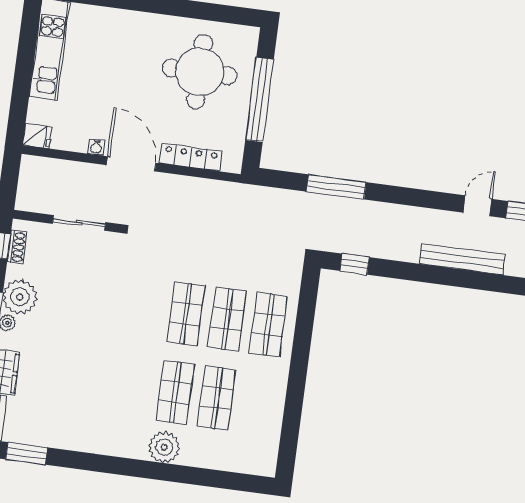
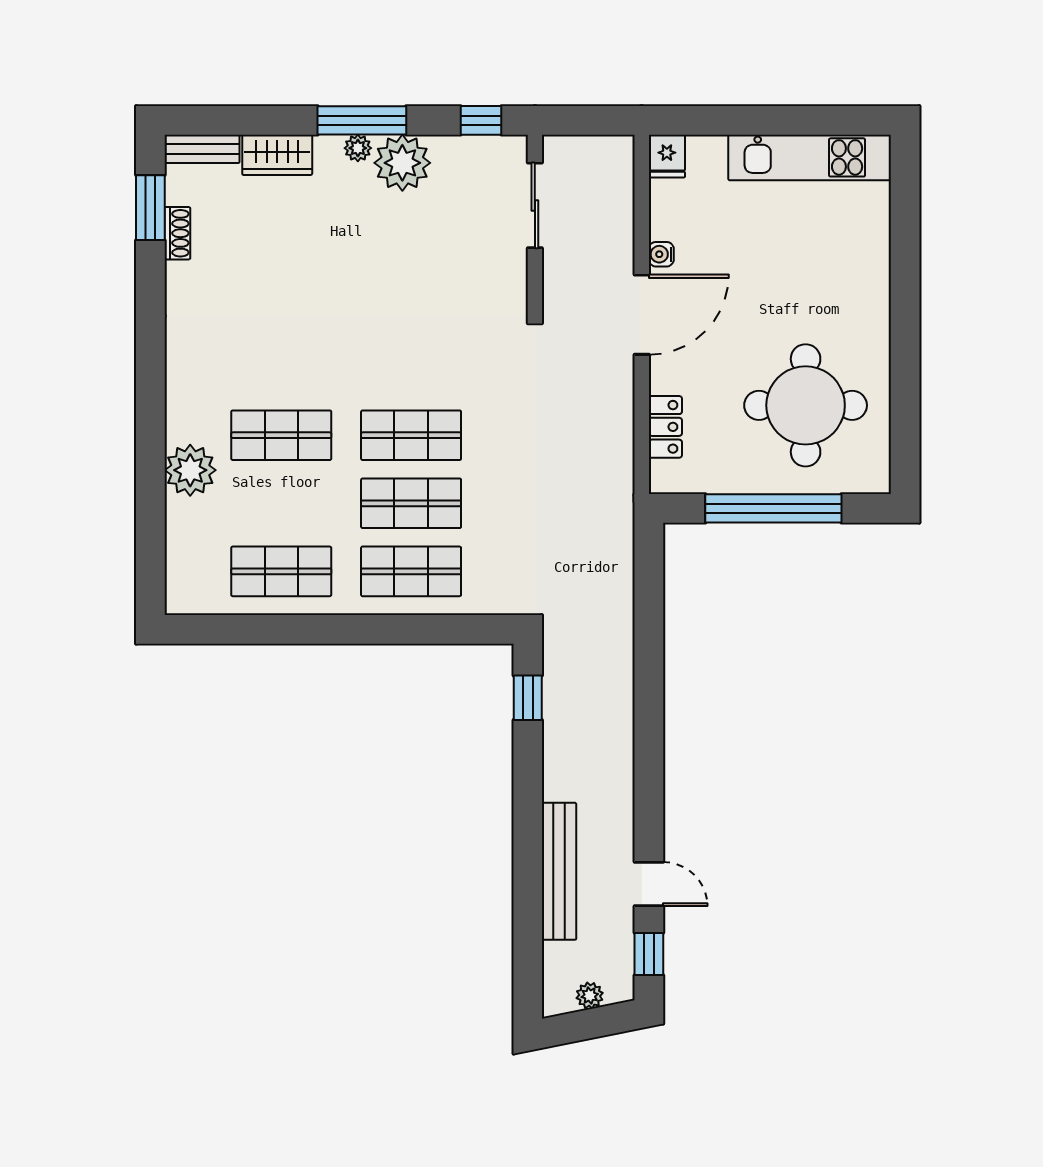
locker: (191, 157) -> (665, 427), width x0.66
window: (336, 187) -> (649, 651), removed
sliding door: (79, 223) -> (535, 205), moved
shoe rack: (17, 247) -> (177, 233), moved, turned -90
shop shelf: (217, 398) -> (281, 571), moved
plant: (164, 447) -> (190, 470), moved

